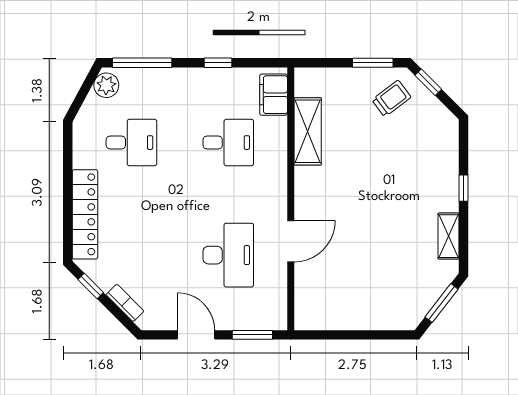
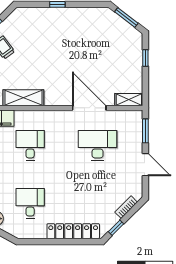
shelving: (448, 236) -> (129, 100), moved
door: (291, 241) -> (89, 108), width x1.36
door: (196, 335) -> (145, 165), swing flipped
window: (374, 335) -> (145, 58), added

